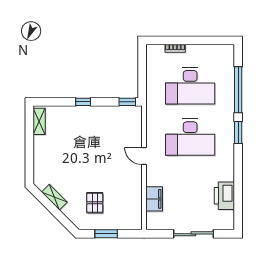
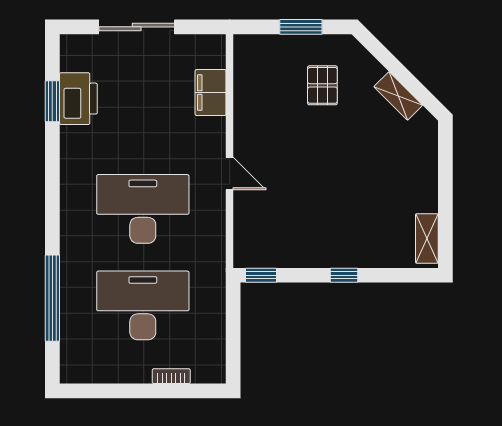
window: (238, 133) -> (52, 101), moved

